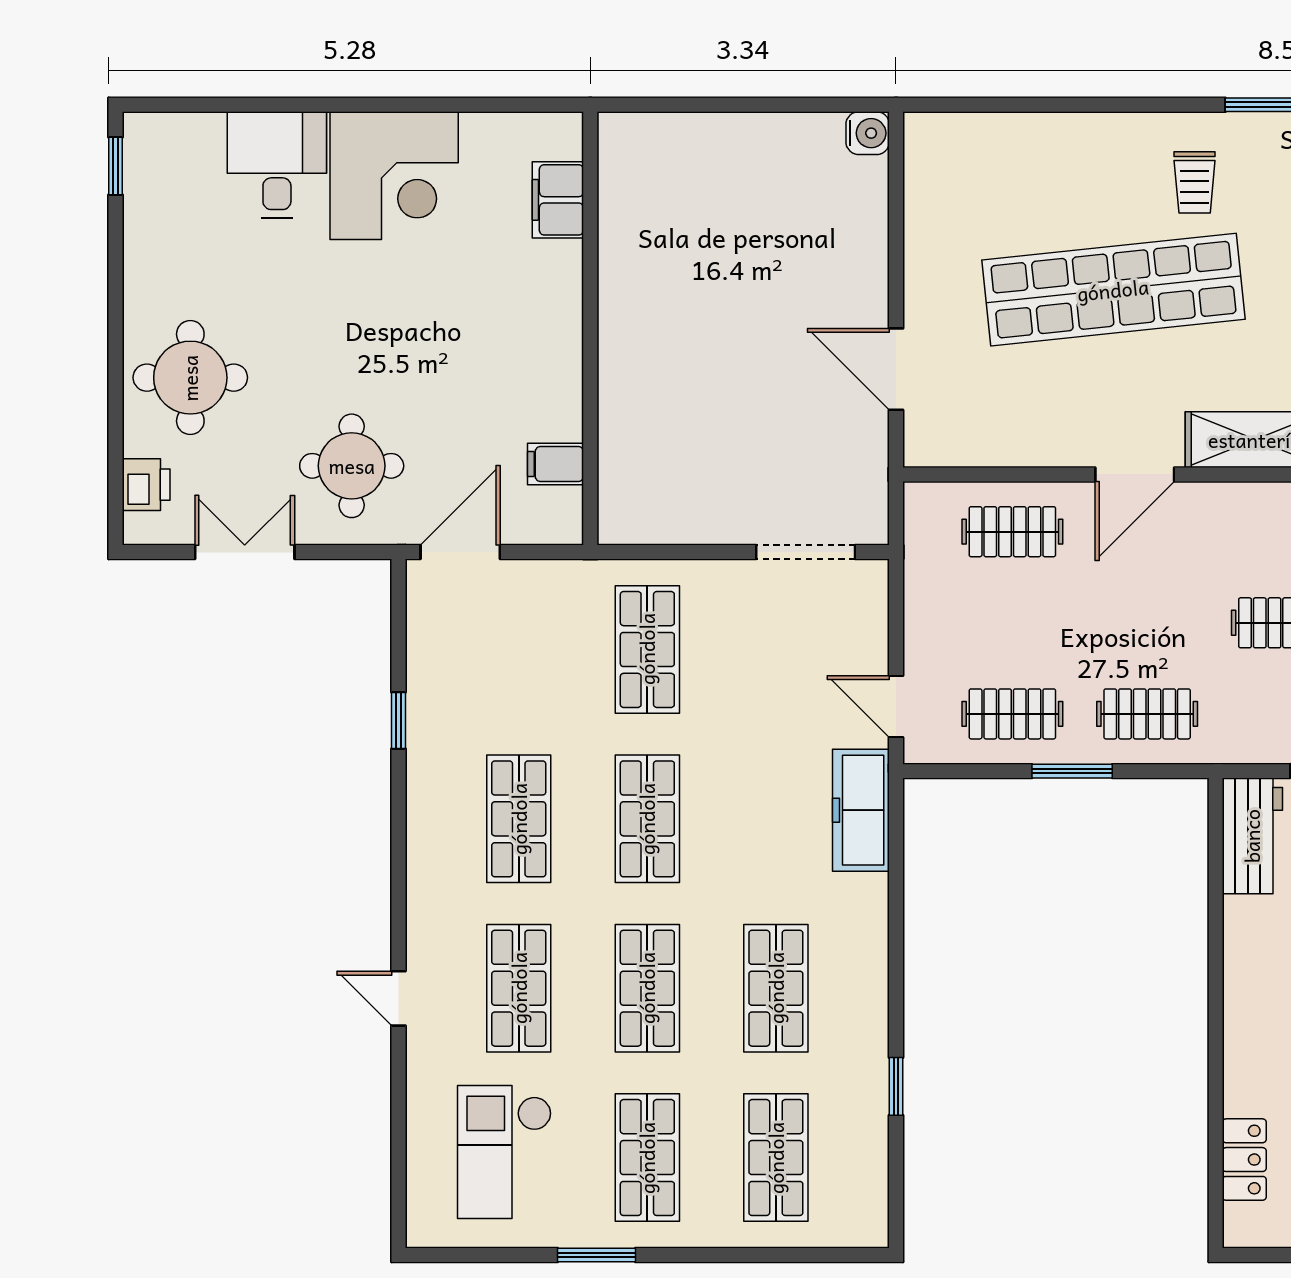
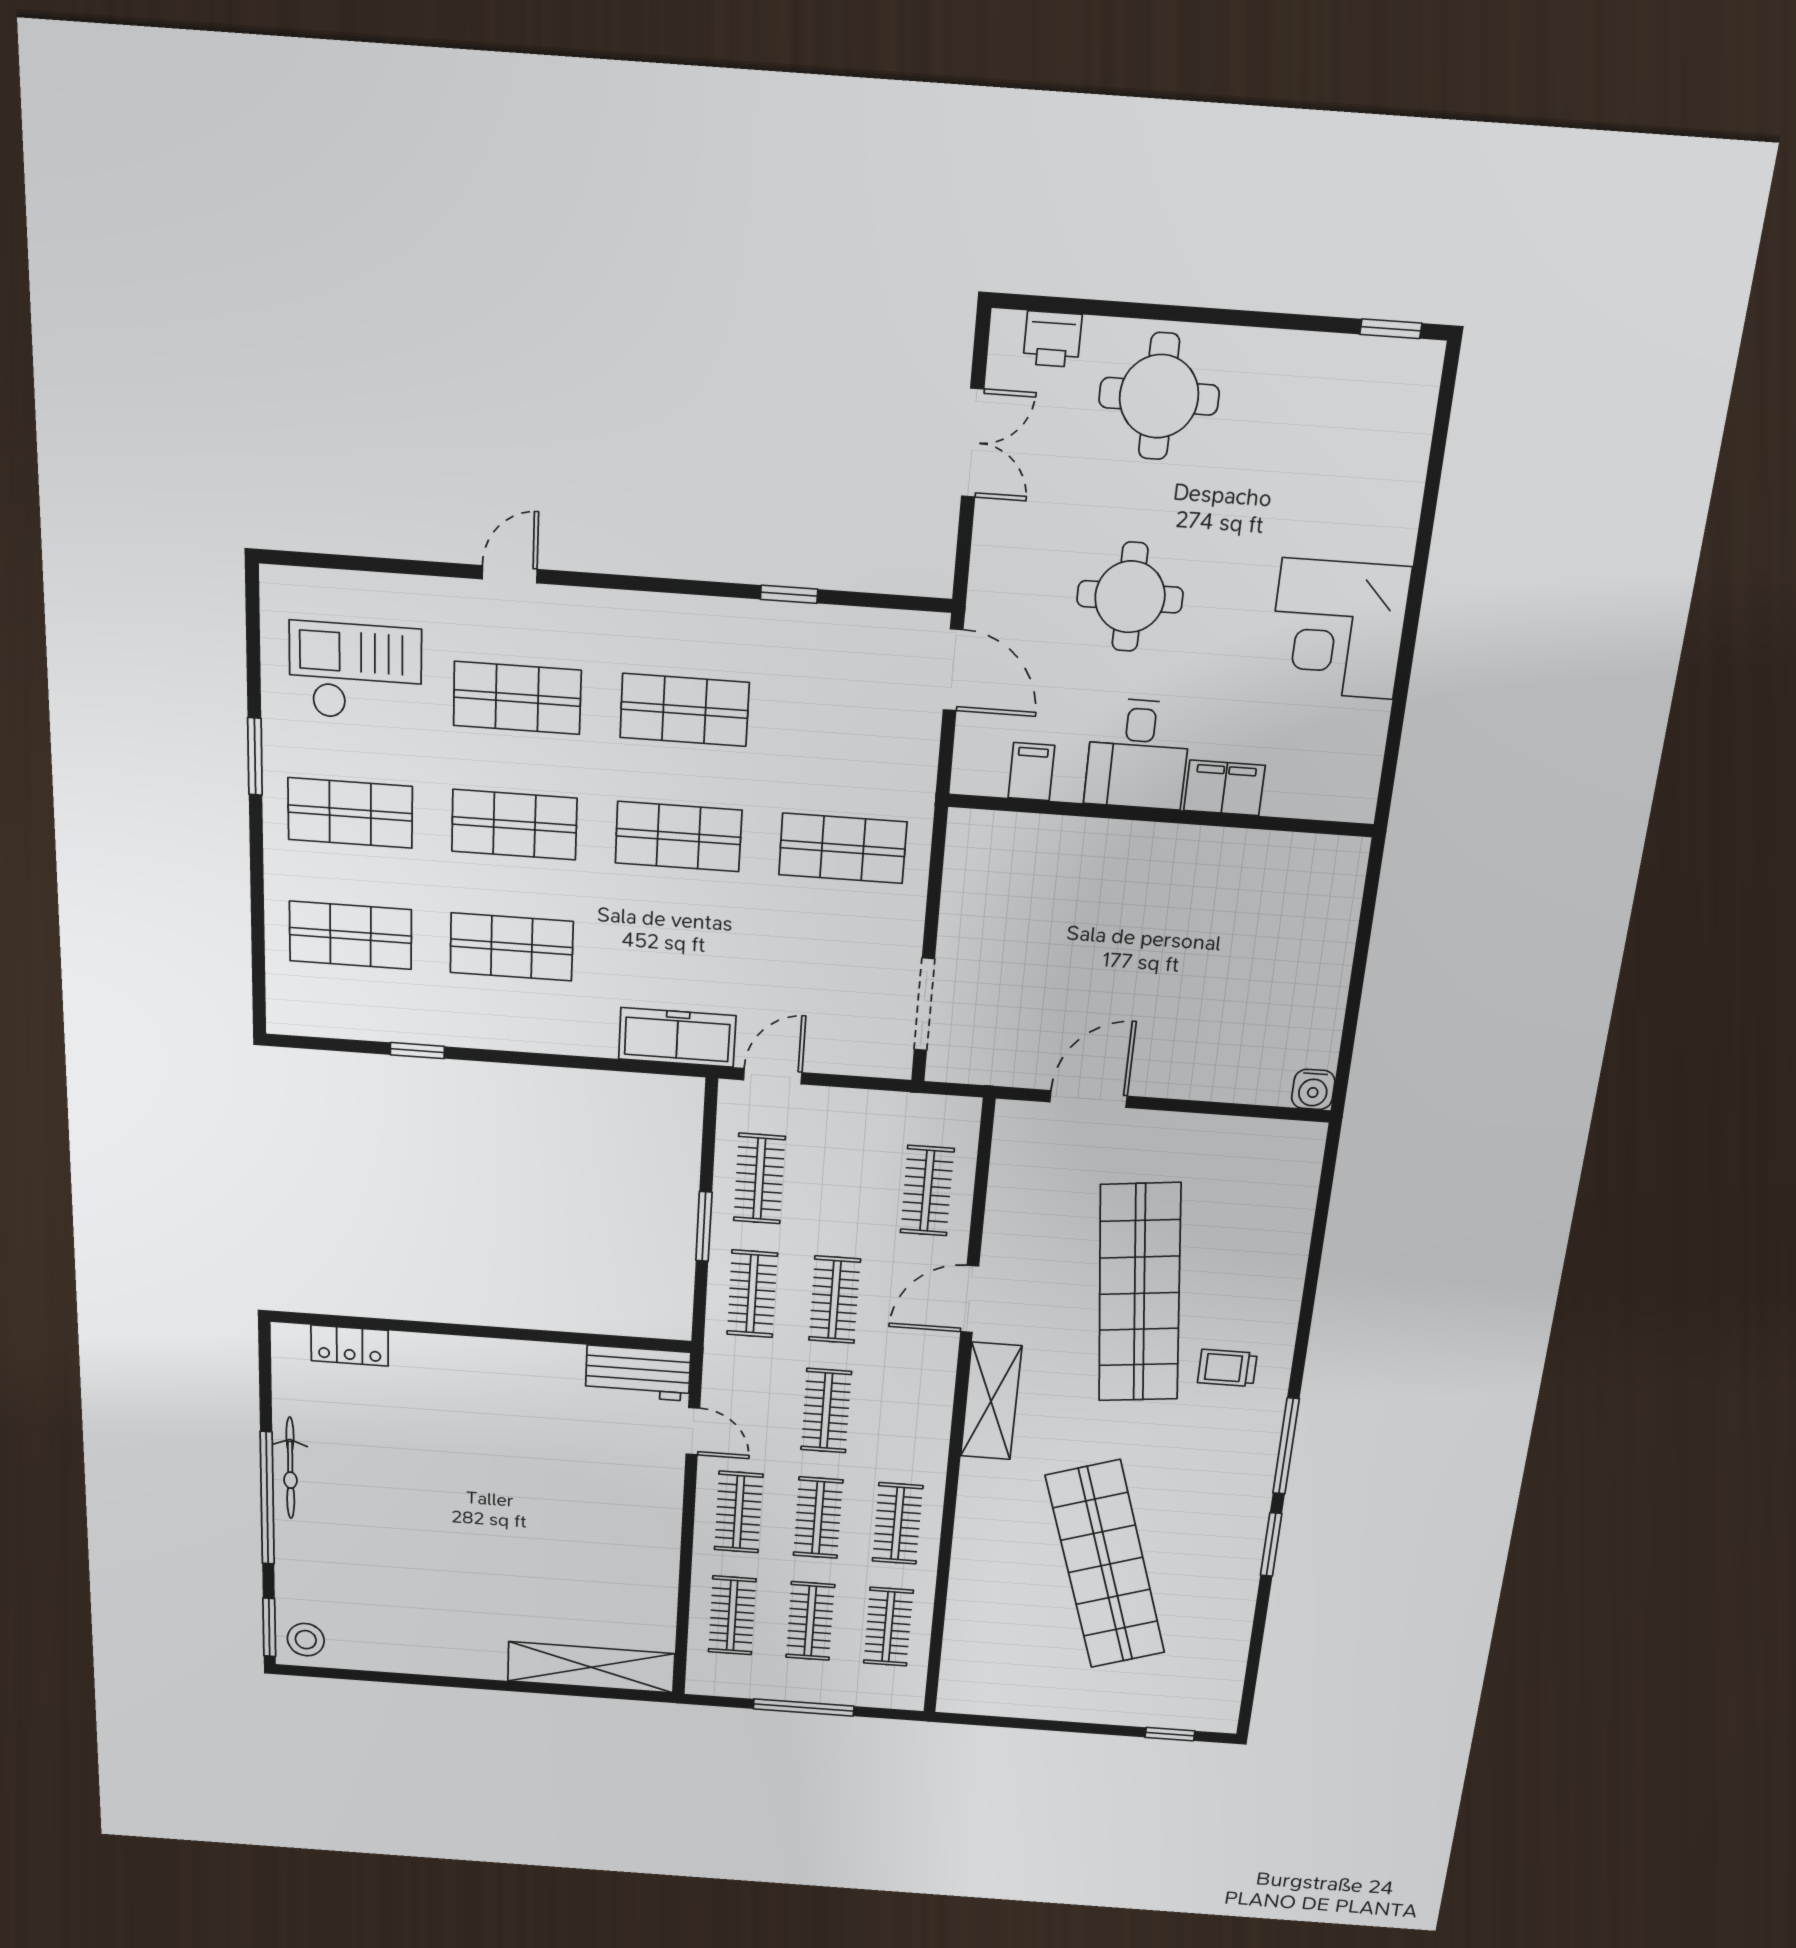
desk: (277, 165) -> (1138, 754), moved, turned 90
filing cabinet: (558, 200) -> (1224, 788), moved
round table: (352, 466) -> (1130, 597), moved
door: (1135, 474) -> (970, 1299), hinge flipped
clothes rail: (1147, 623) -> (835, 1300), added

